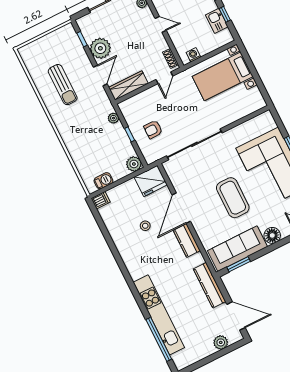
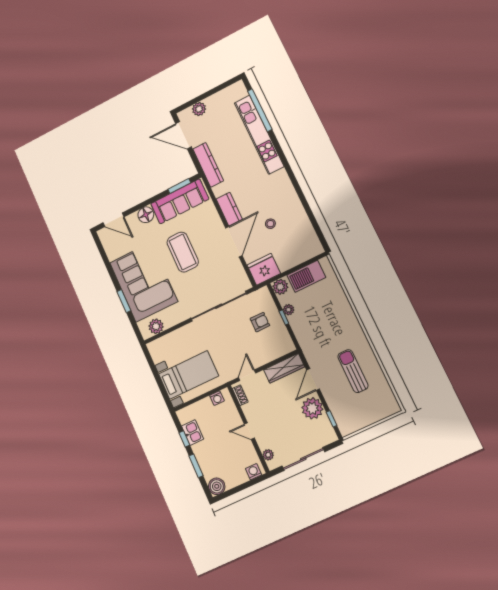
plant: (113, 118) -> (289, 310), moved
plant: (257, 123) -> (156, 326), added
barbecue: (103, 181) -> (306, 276), width x1.88, depth x1.53
dishwasher: (101, 200) -> (315, 250), removed

